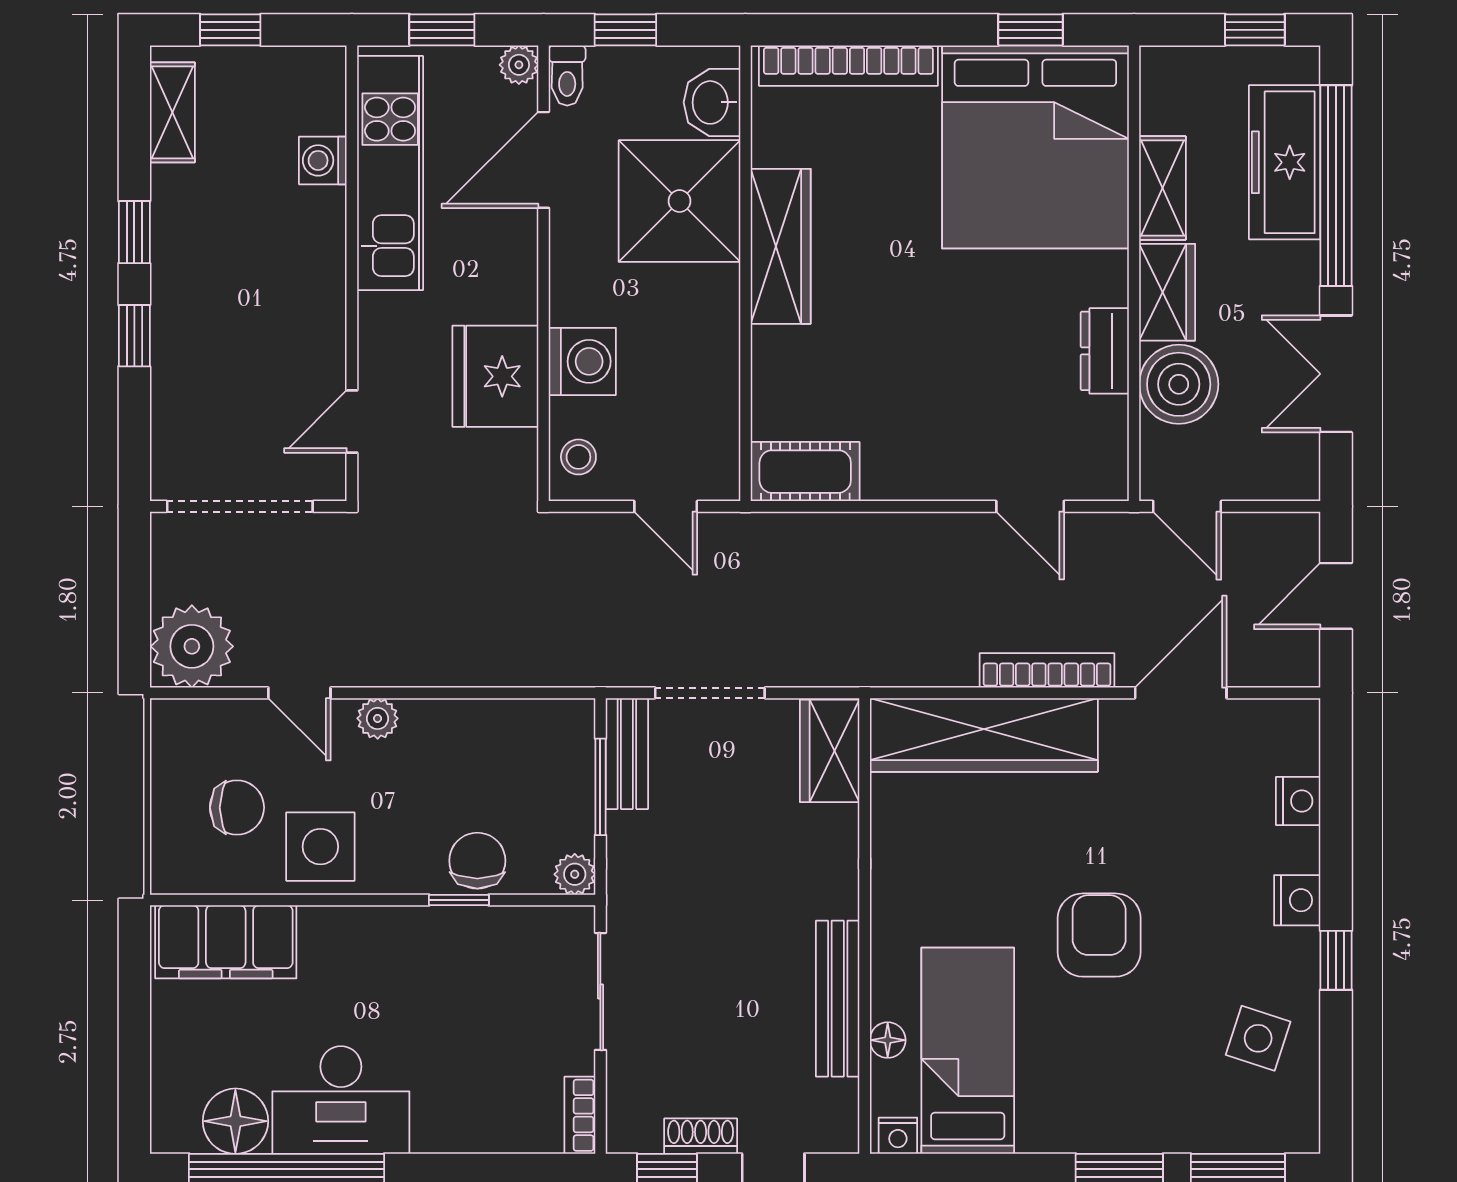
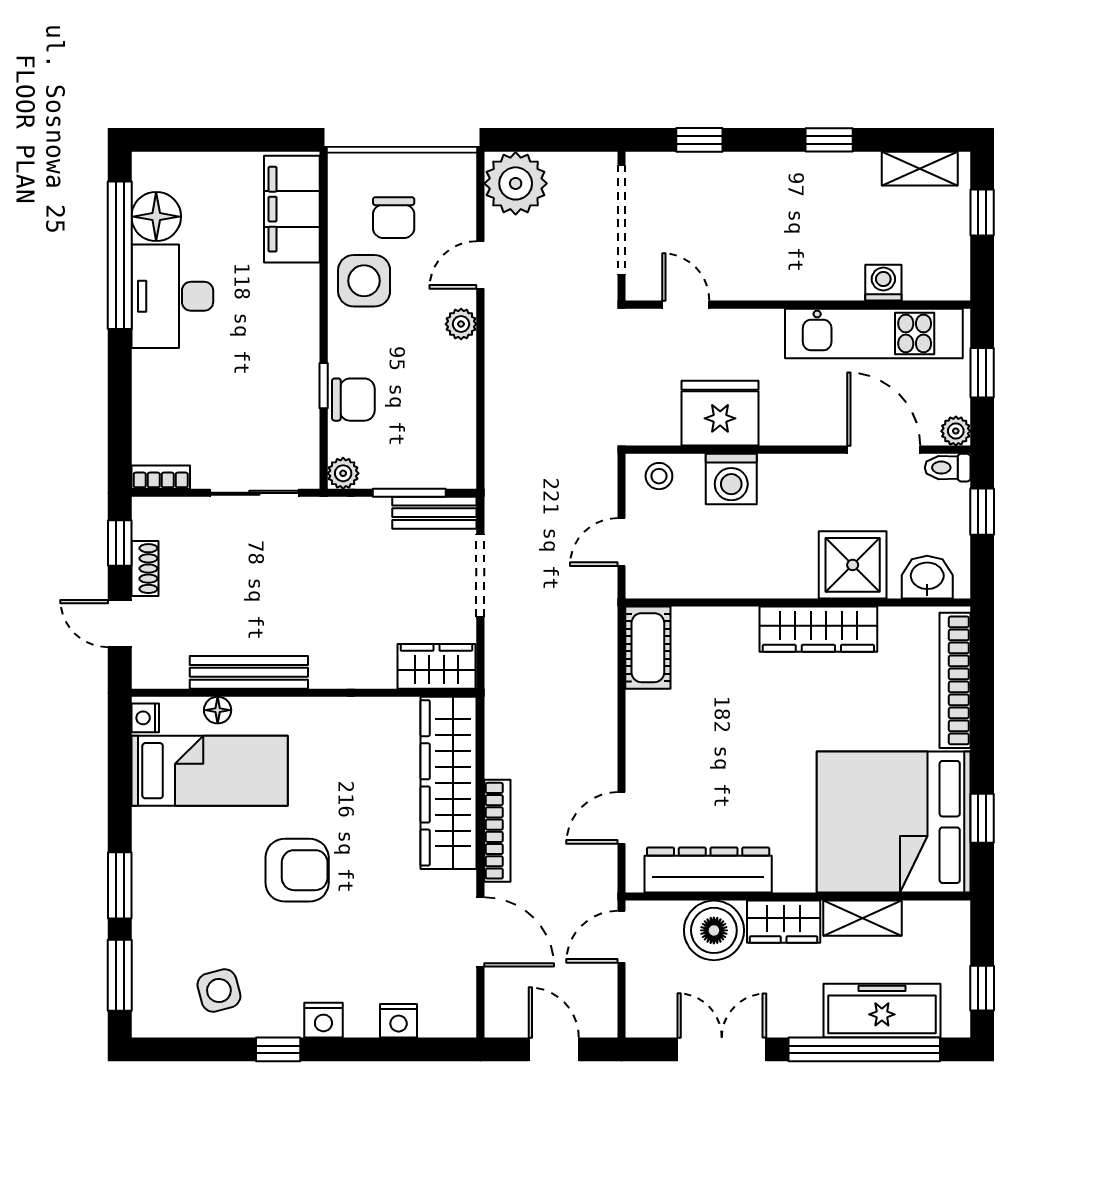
shower: (679, 201) -> (853, 565), width x0.73, depth x0.73
window: (134, 336) -> (699, 140), moved
dresser: (1105, 351) -> (708, 870), width x1.96, depth x1.24
side table: (1258, 1038) -> (219, 991), turned -33

